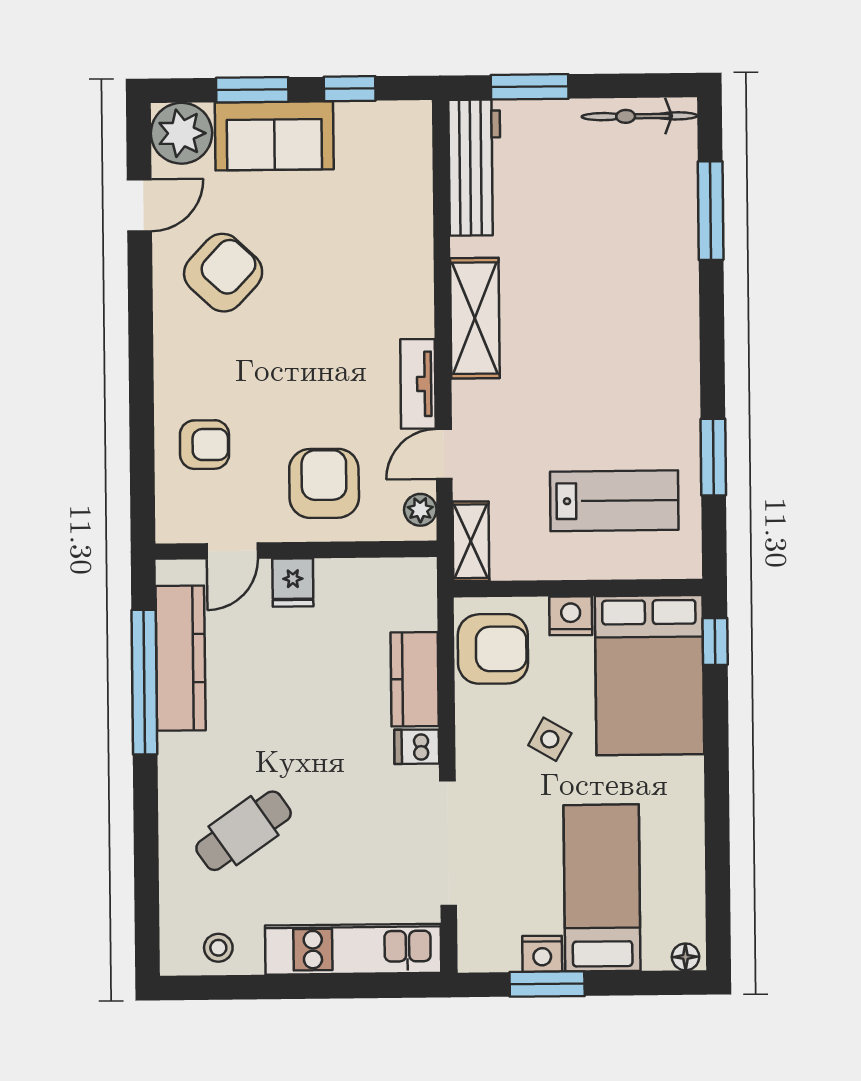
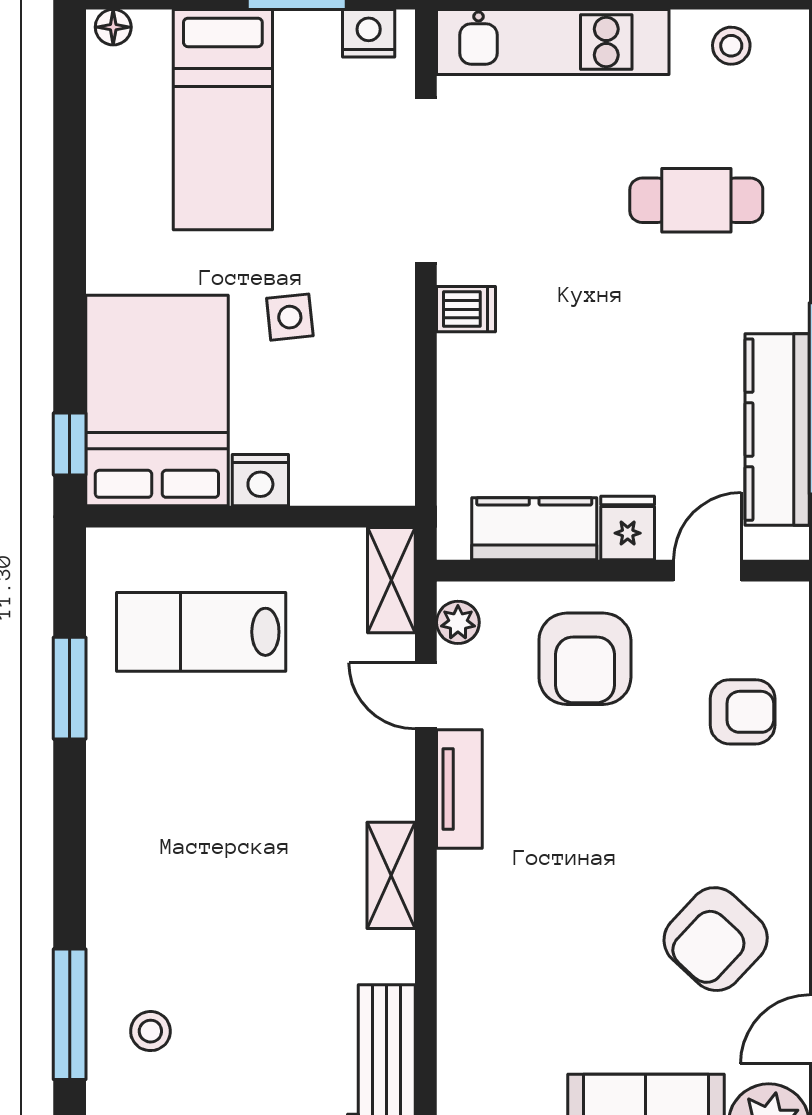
stool: (649, 199) -> (150, 1031), added
shelving: (475, 318) -> (391, 875), width x0.67, depth x0.75
armchair: (204, 445) -> (743, 712), turned 180
door: (444, 454) -> (426, 696), swing flipped
armchair: (493, 649) -> (364, 437), removed
kitchen counter: (415, 679) -> (534, 529), moved, turned -90
side table: (550, 739) -> (290, 317), turned -36
cafe table: (244, 831) -> (696, 200), turned 35
nightstand: (542, 954) -> (369, 33), moved

